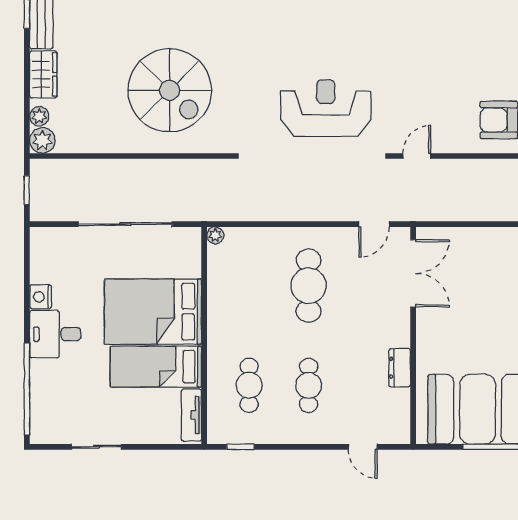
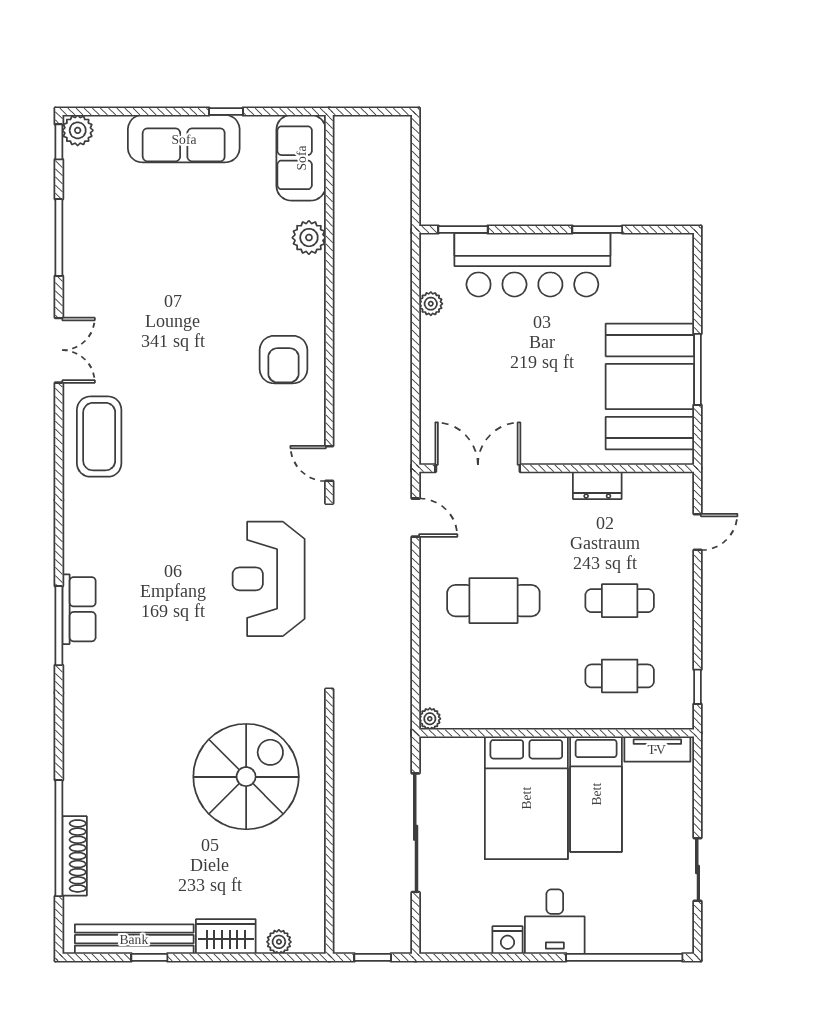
plant: (42, 140) -> (310, 938), removed

